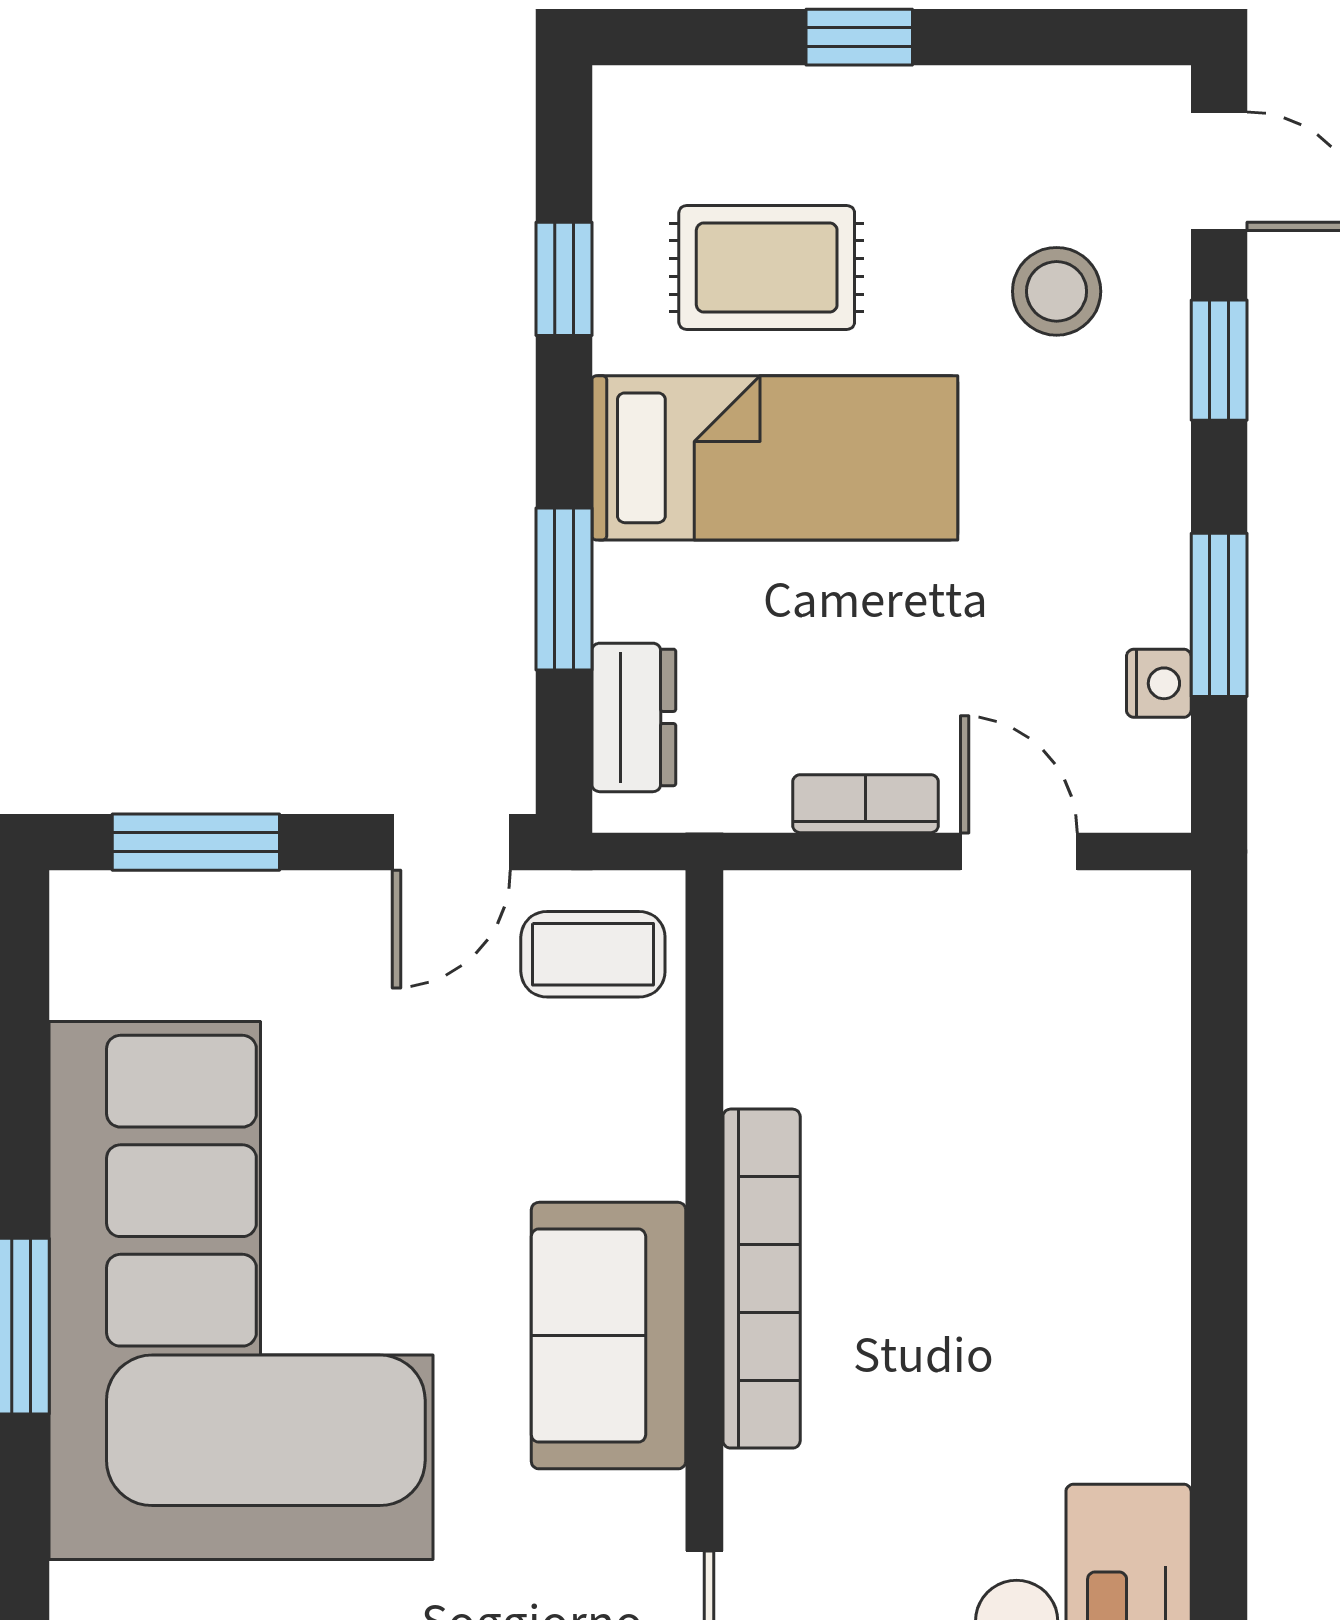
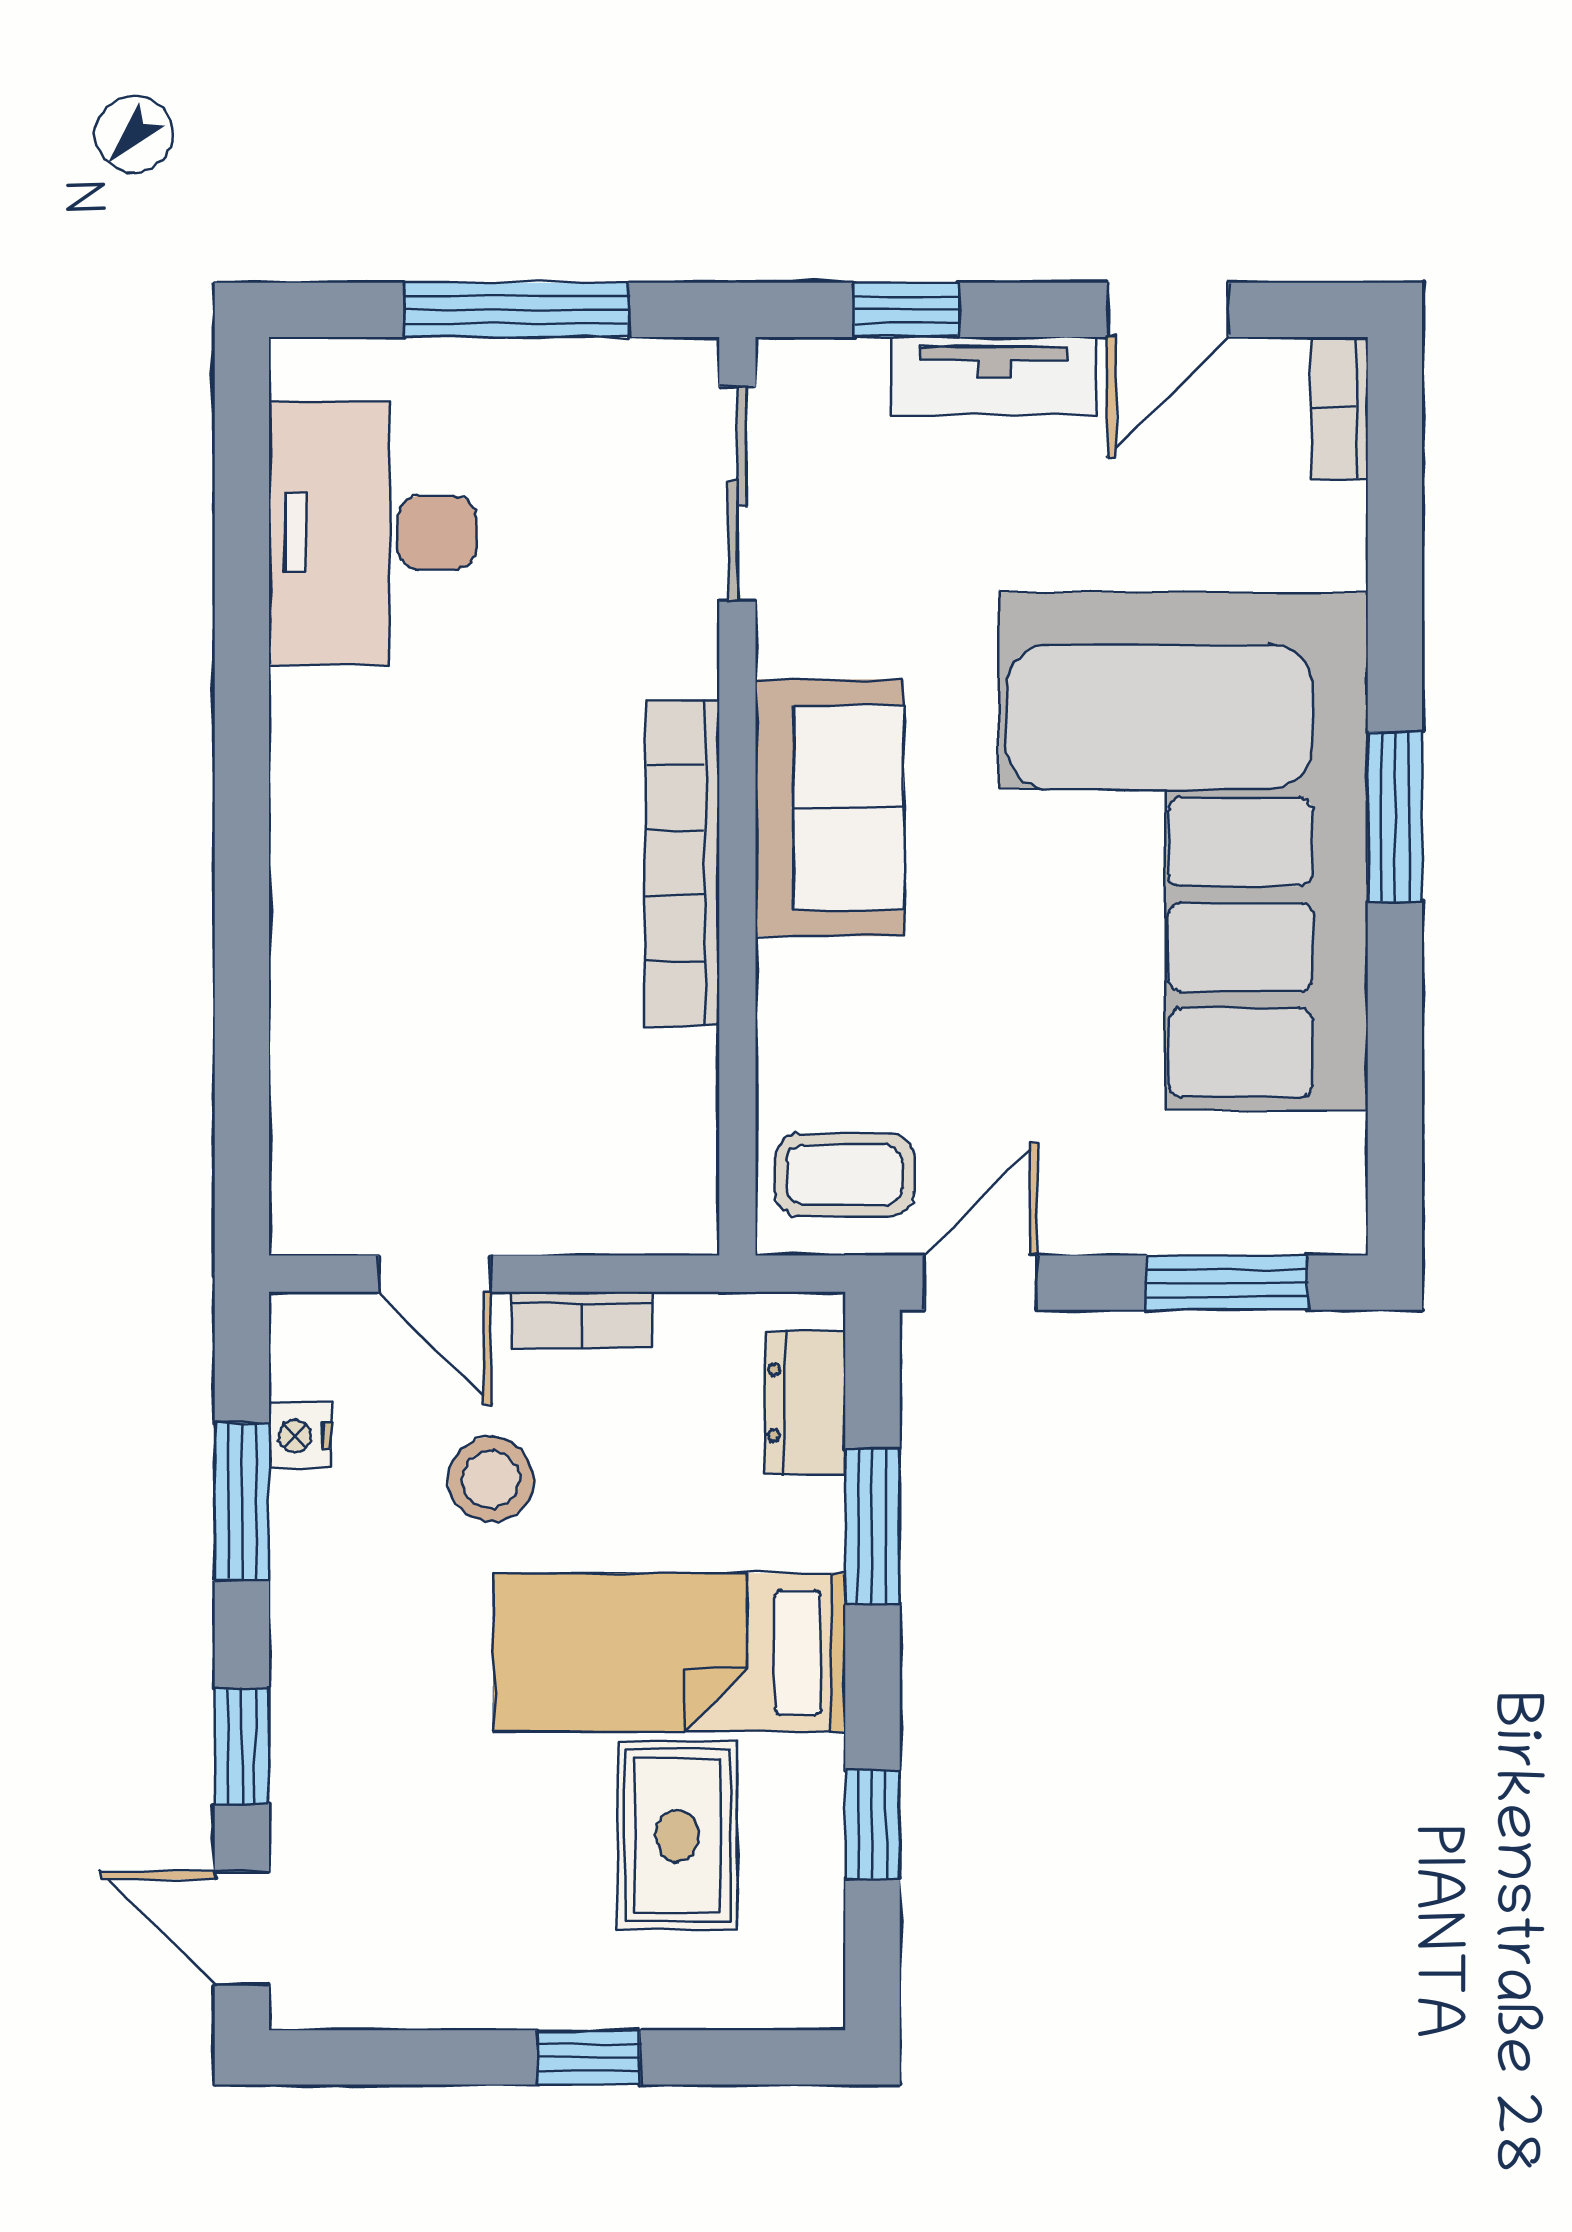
rug: (767, 268) -> (677, 1836), turned 90
stool: (1057, 291) -> (491, 1479), moved

